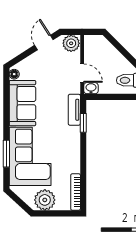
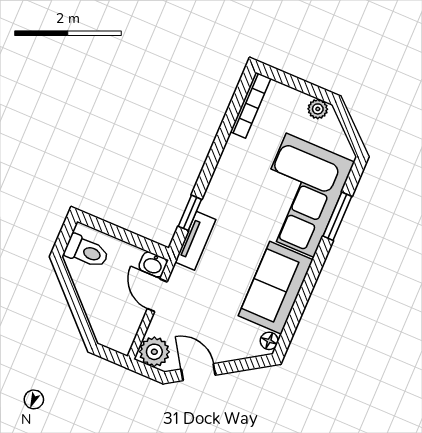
door: (44, 42) -> (198, 372), swing flipped
plant: (45, 200) -> (318, 109), width x0.53, depth x0.53

